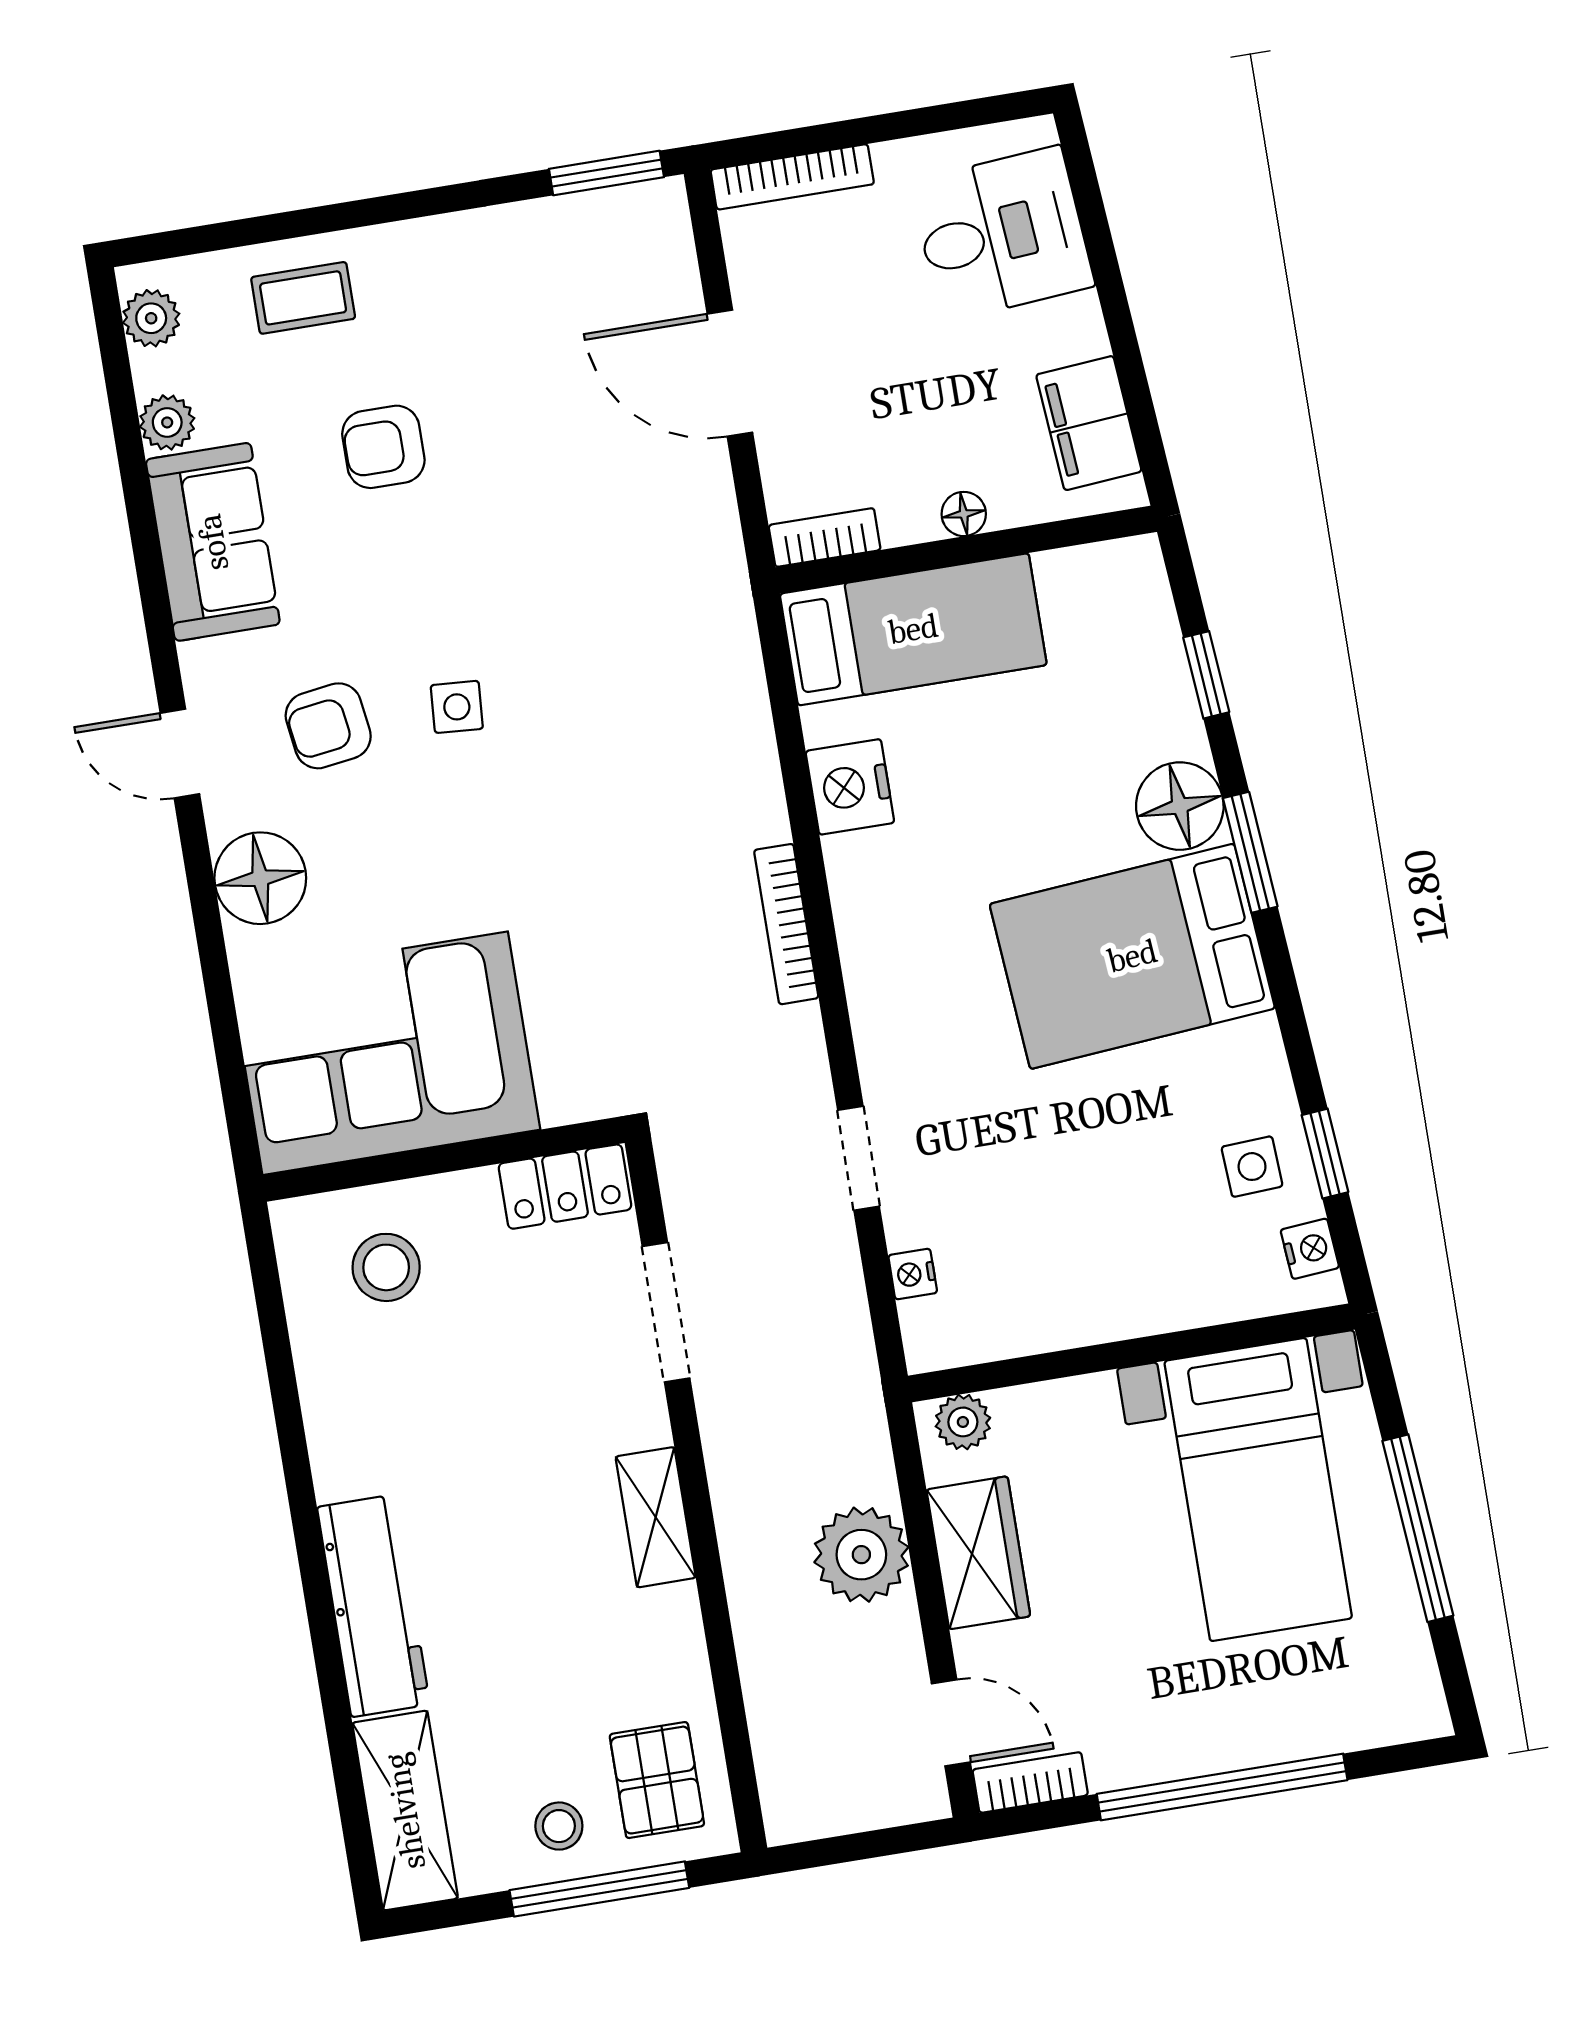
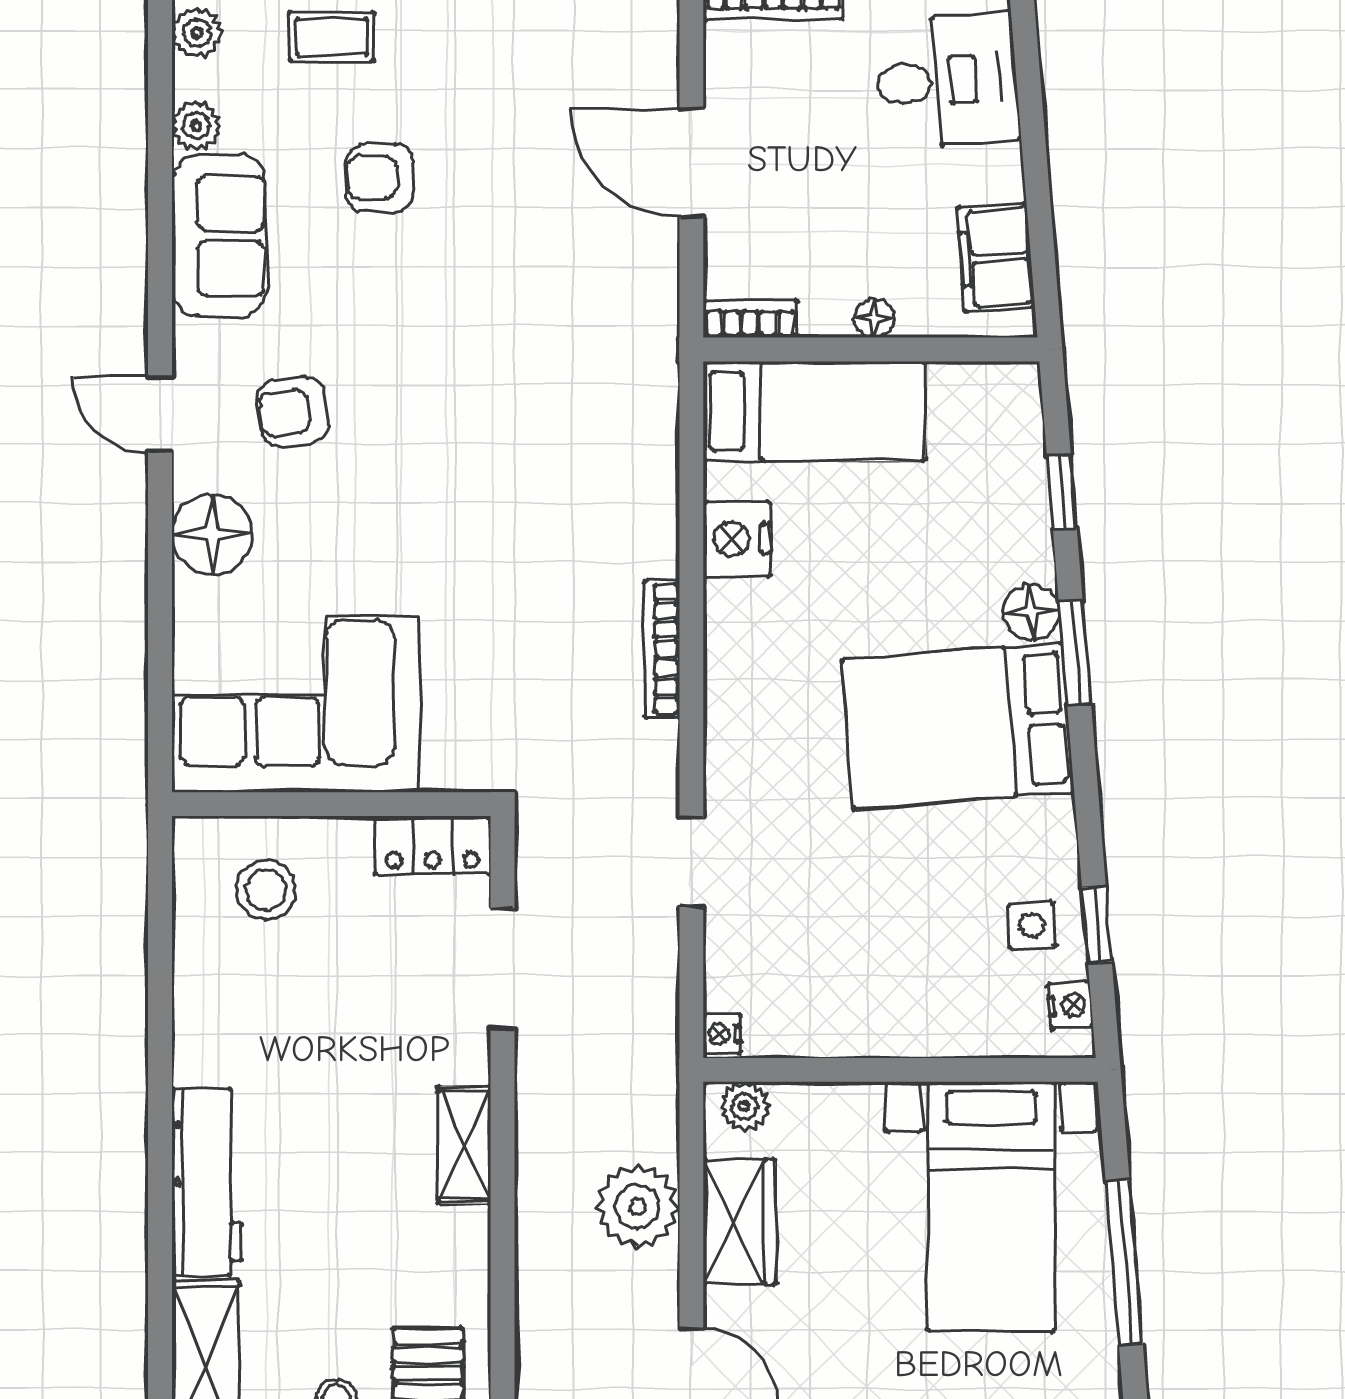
side table: (457, 707) -> (407, 414), removed
floor lamp: (1180, 806) -> (1032, 612), width x0.73, depth x0.73
nightstand: (913, 1274) -> (722, 1034), moved

